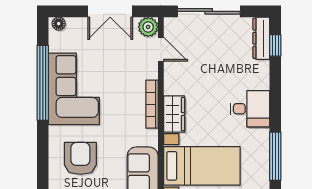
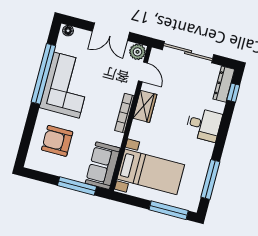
desk: (250, 109) -> (204, 124), moved
wardrobe: (174, 114) -> (145, 106), moved
armchair: (80, 158) -> (57, 141), turned -90

